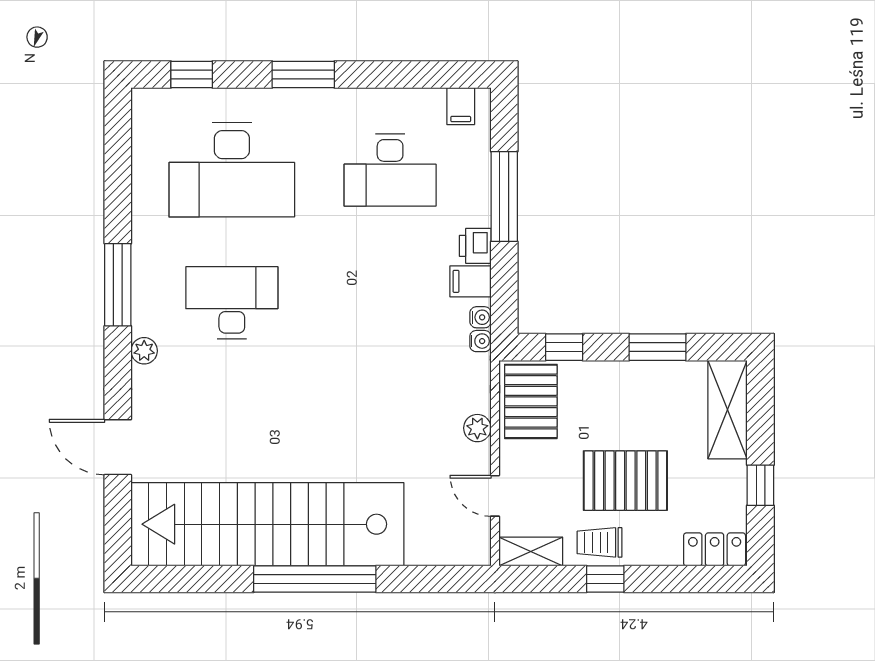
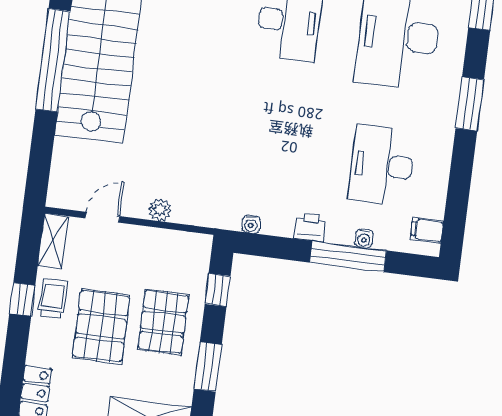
filing cabinet: (470, 281) -> (282, 220), removed
water cooler: (480, 341) -> (364, 239), moved
pallet: (531, 401) -> (163, 322), moved, turned 90

